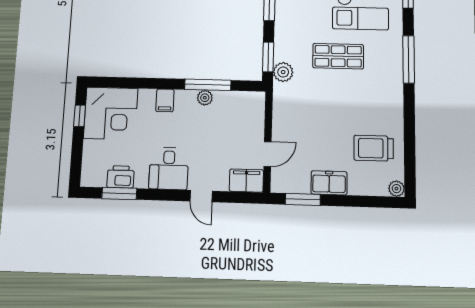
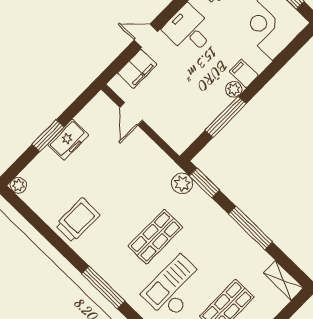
plant: (205, 98) -> (234, 89), moved
trolley: (374, 148) -> (77, 220), moved
filing cabinet: (246, 181) -> (137, 69), moved
window: (303, 199) -> (48, 136), moved

